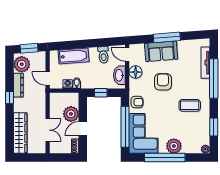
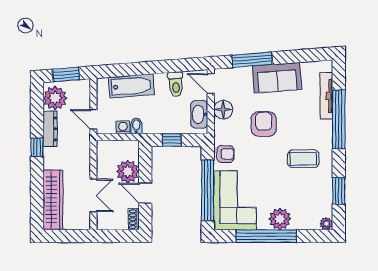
window: (167, 37) -> (252, 60), moved
sofa: (161, 51) -> (277, 78), moved
door: (83, 129) -> (145, 193), hinge flipped

